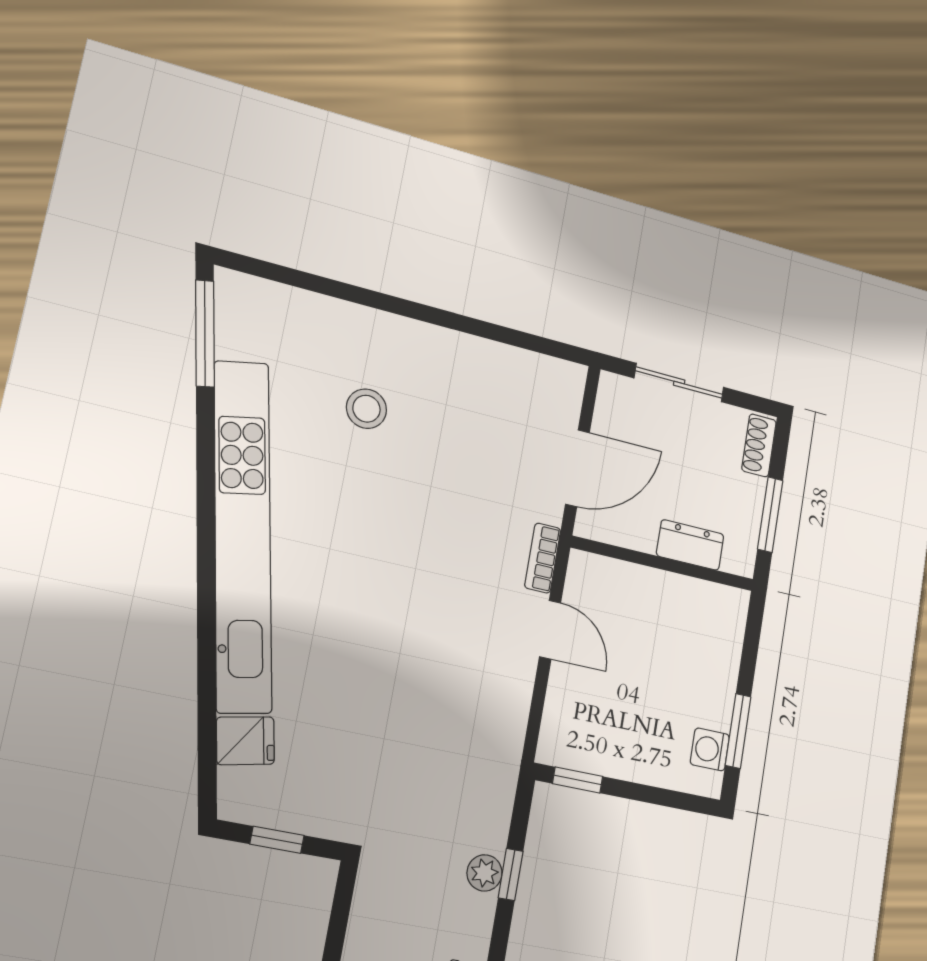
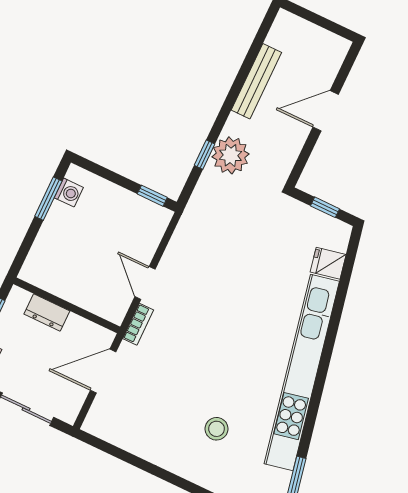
plant: (485, 873) -> (230, 155), width x1.87, depth x1.87

